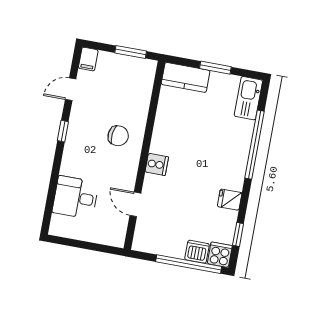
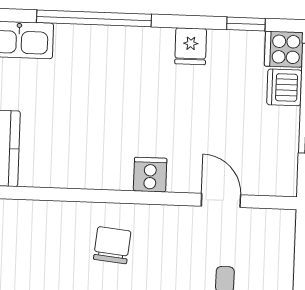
door: (135, 204) -> (221, 200), swing flipped

